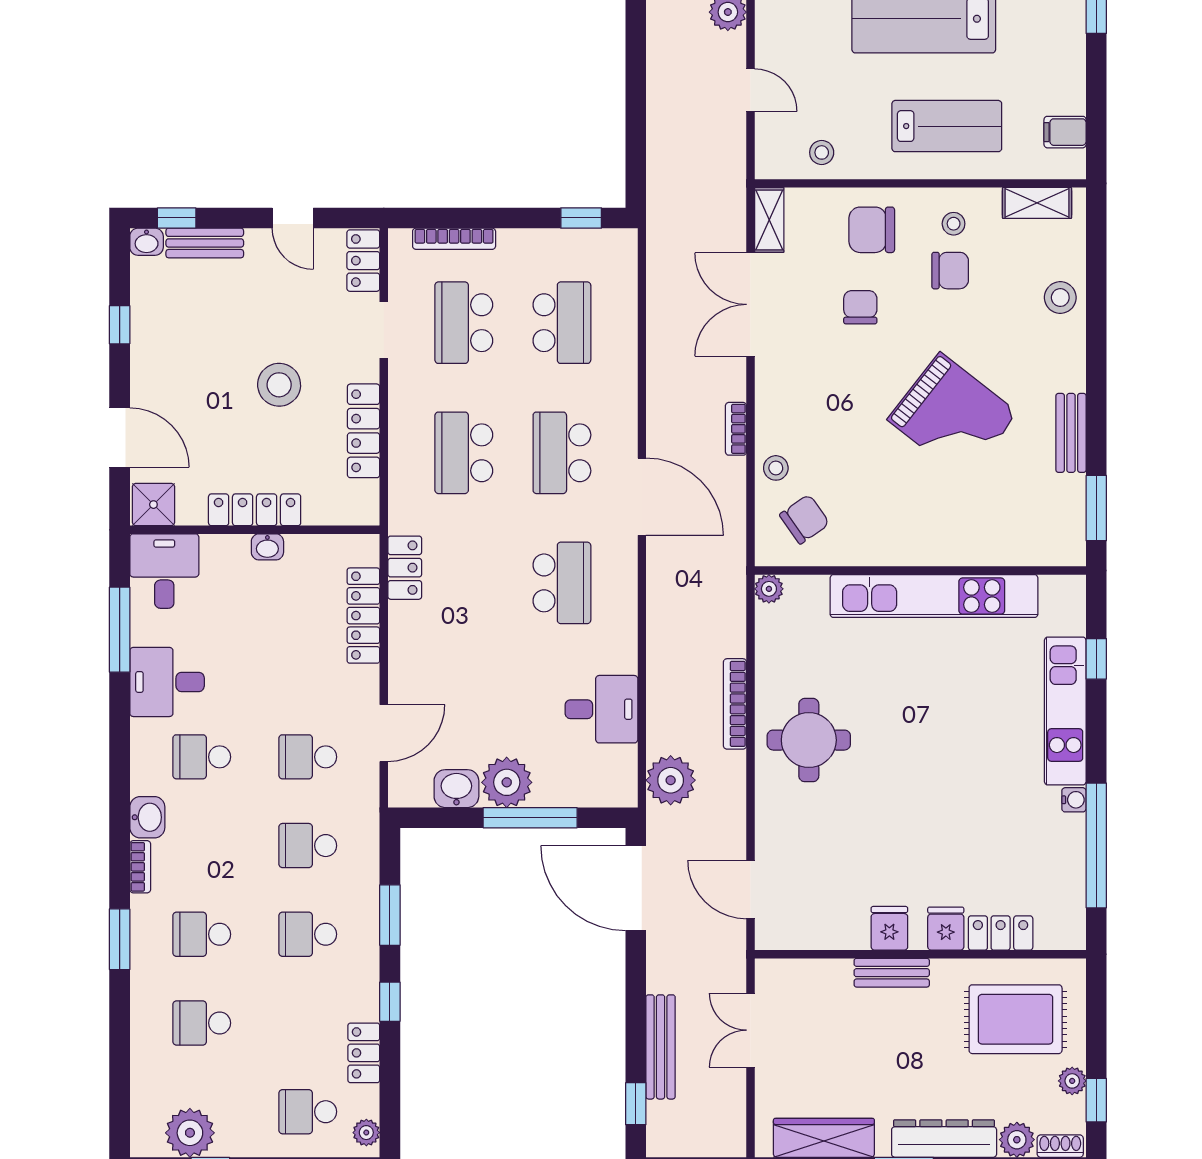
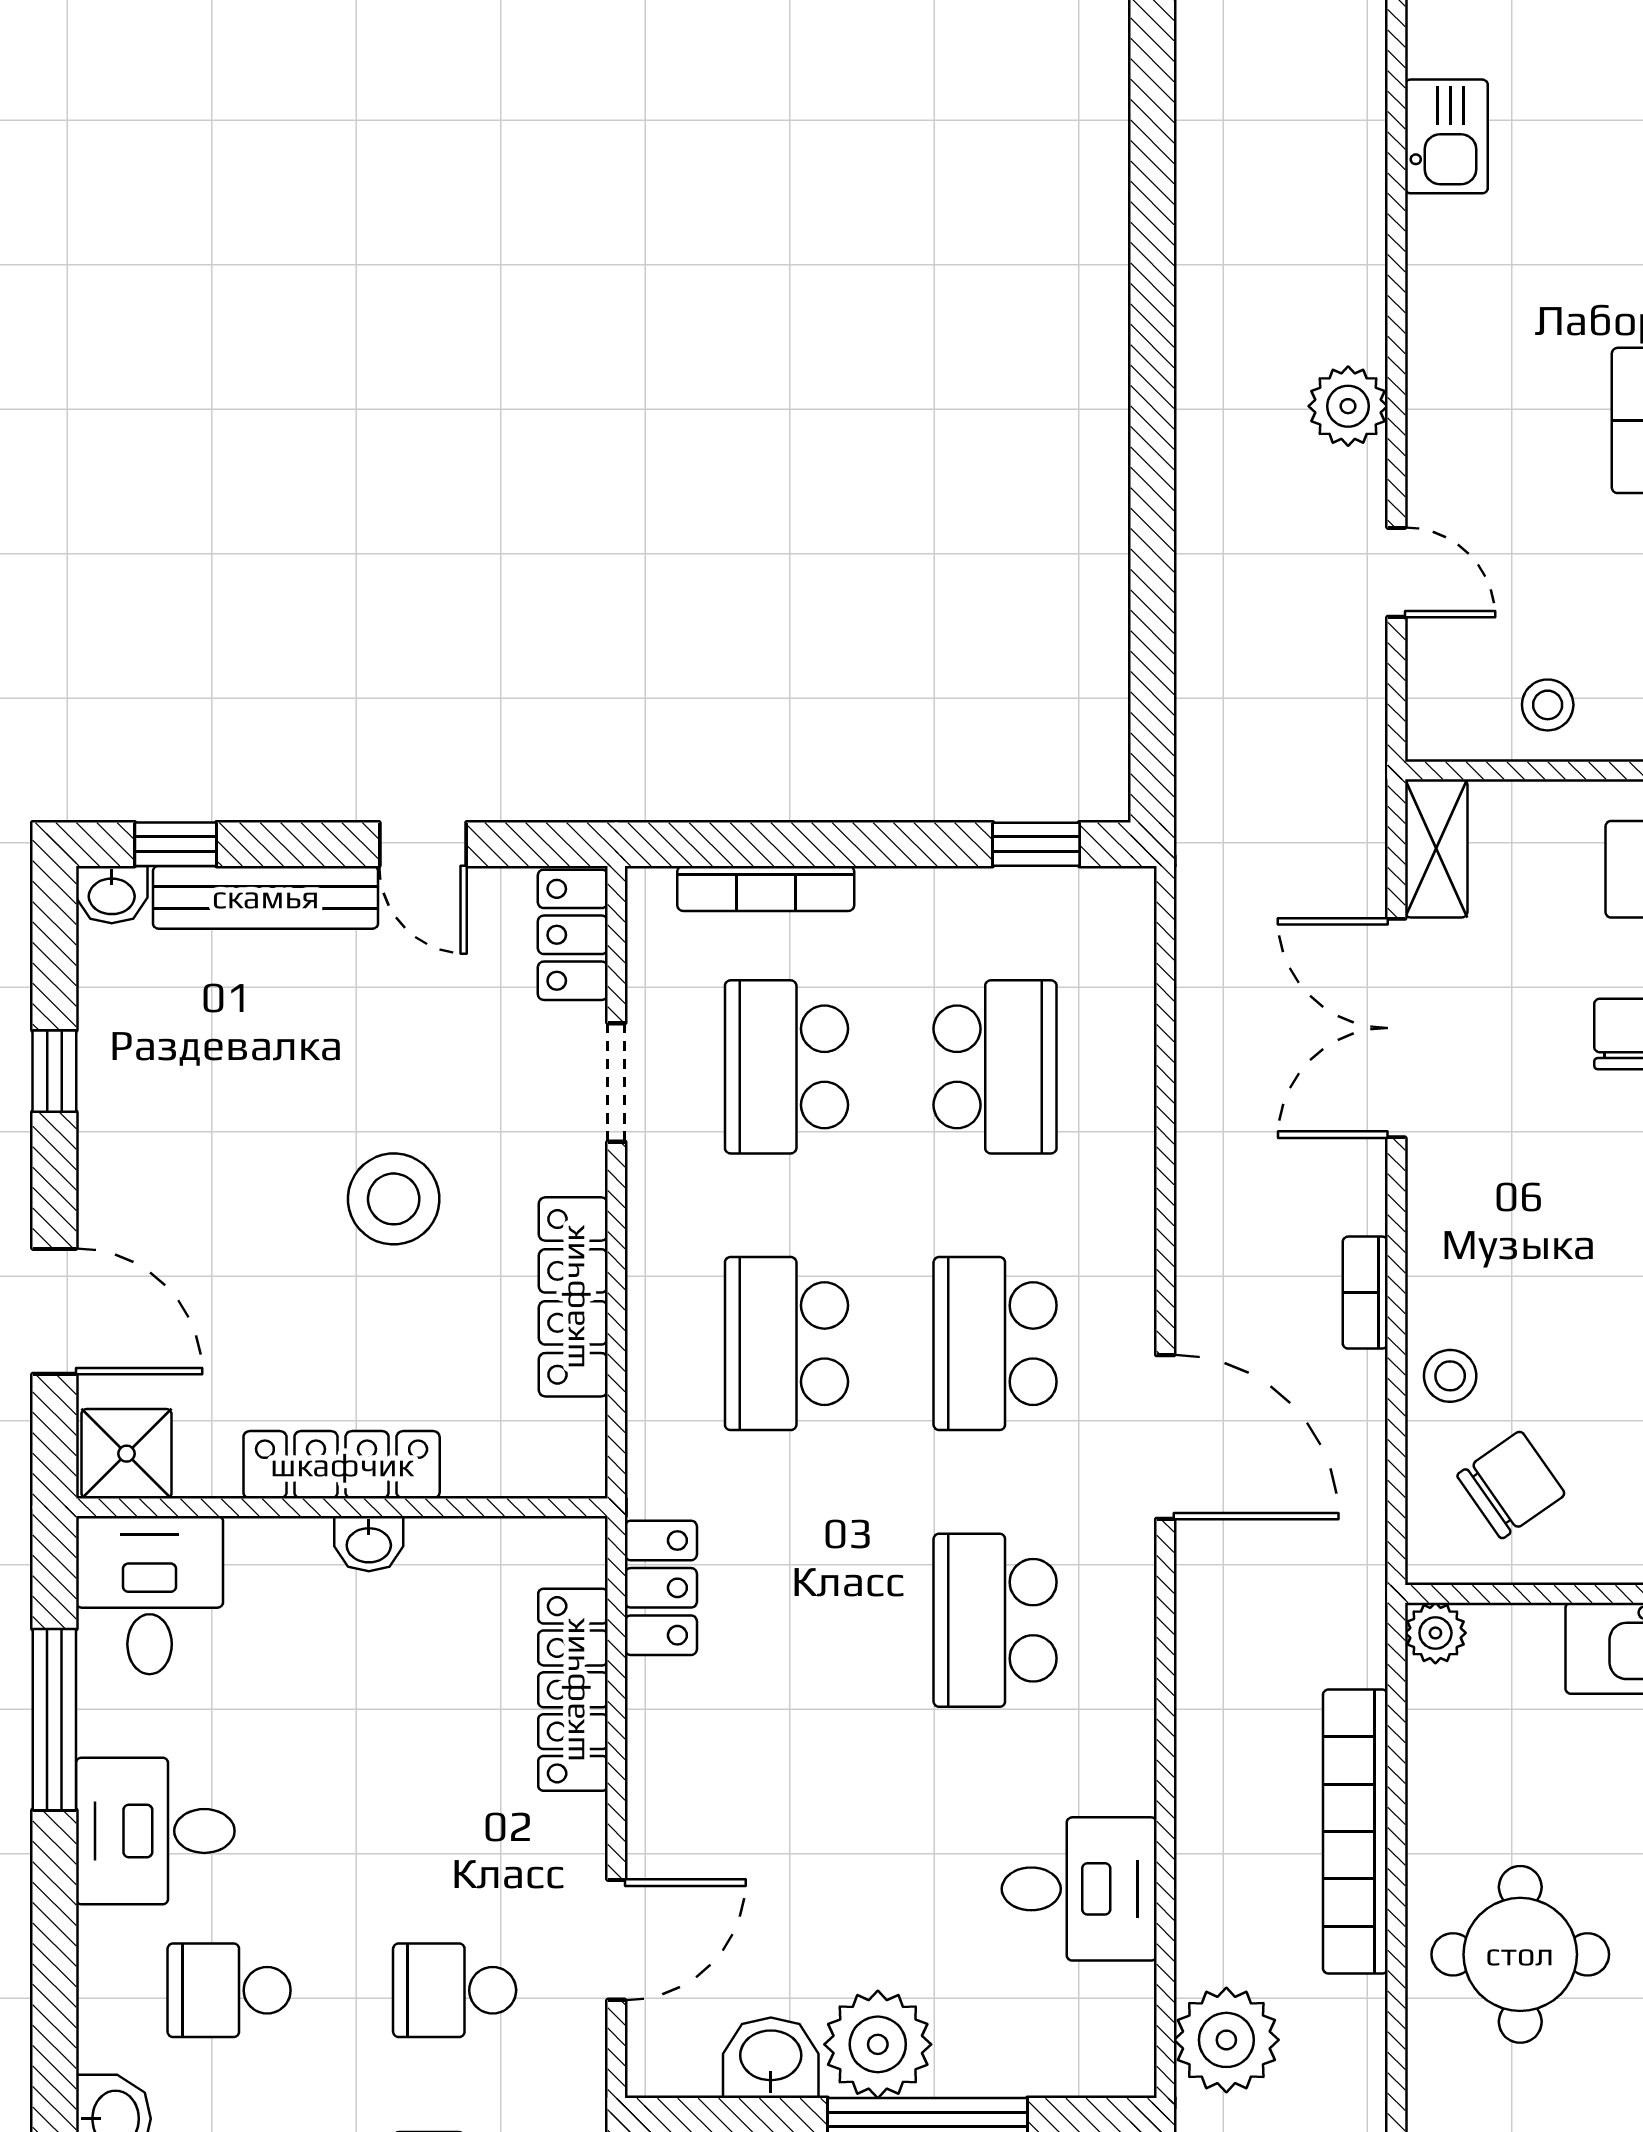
bench: (205, 243) -> (266, 897), width x1.36
school desk: (562, 583) -> (995, 1620), turned 180
bookcase: (735, 704) -> (1355, 1832), width x1.48, depth x1.31

